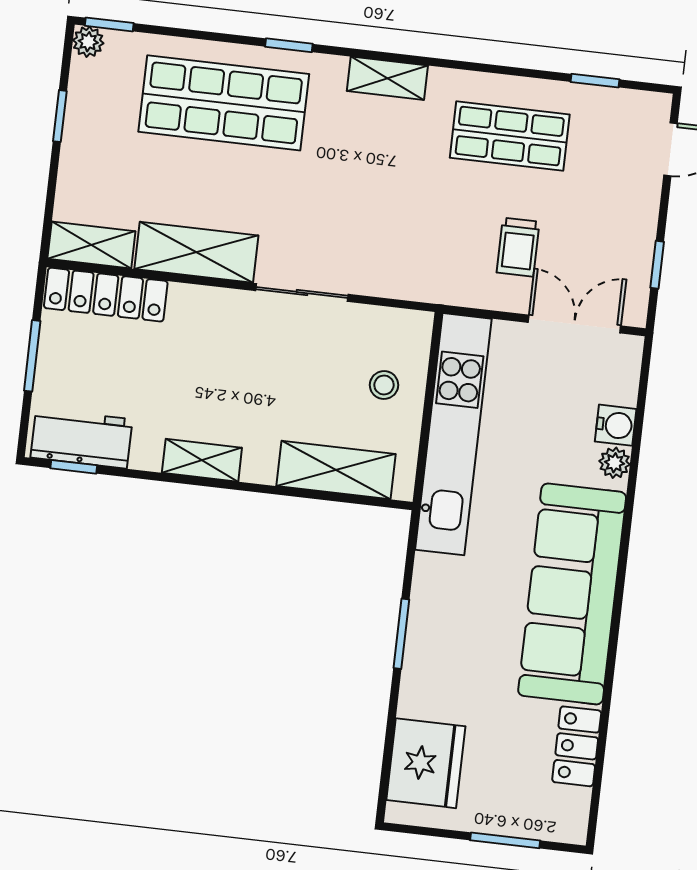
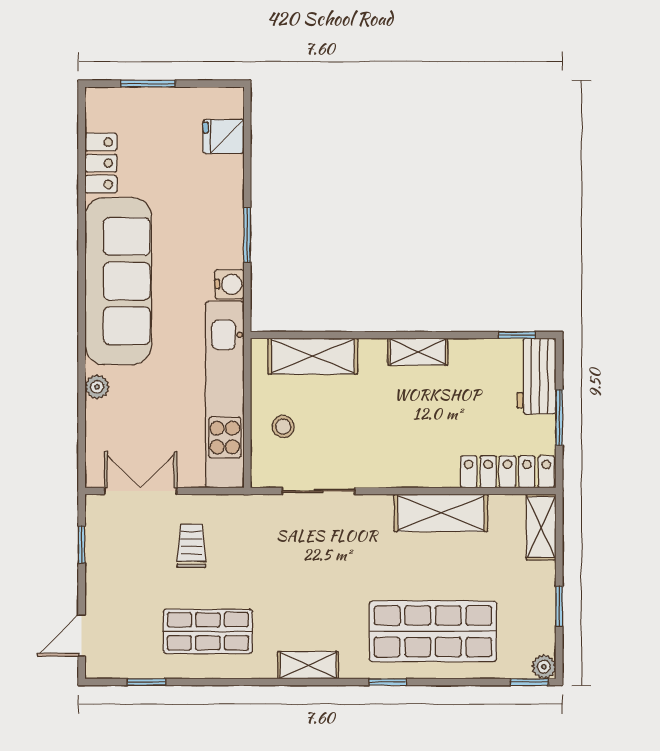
shelving: (91, 245) -> (541, 527), moved, turned 90
sliding door: (302, 293) -> (318, 491), moved
double door: (574, 324) -> (141, 491), swing flipped
water cooler: (616, 425) -> (229, 284), moved, turned 180
workbench: (81, 438) -> (536, 376), moved, turned 90
fridge: (426, 763) -> (224, 136), width x0.53, depth x0.75

